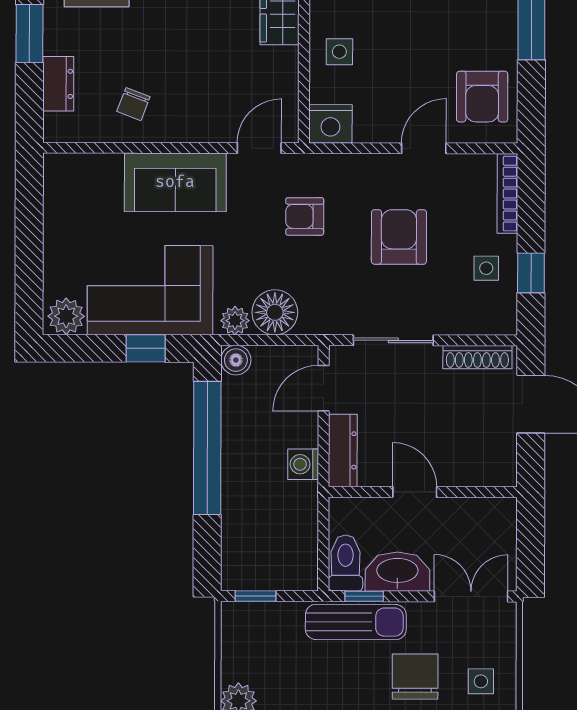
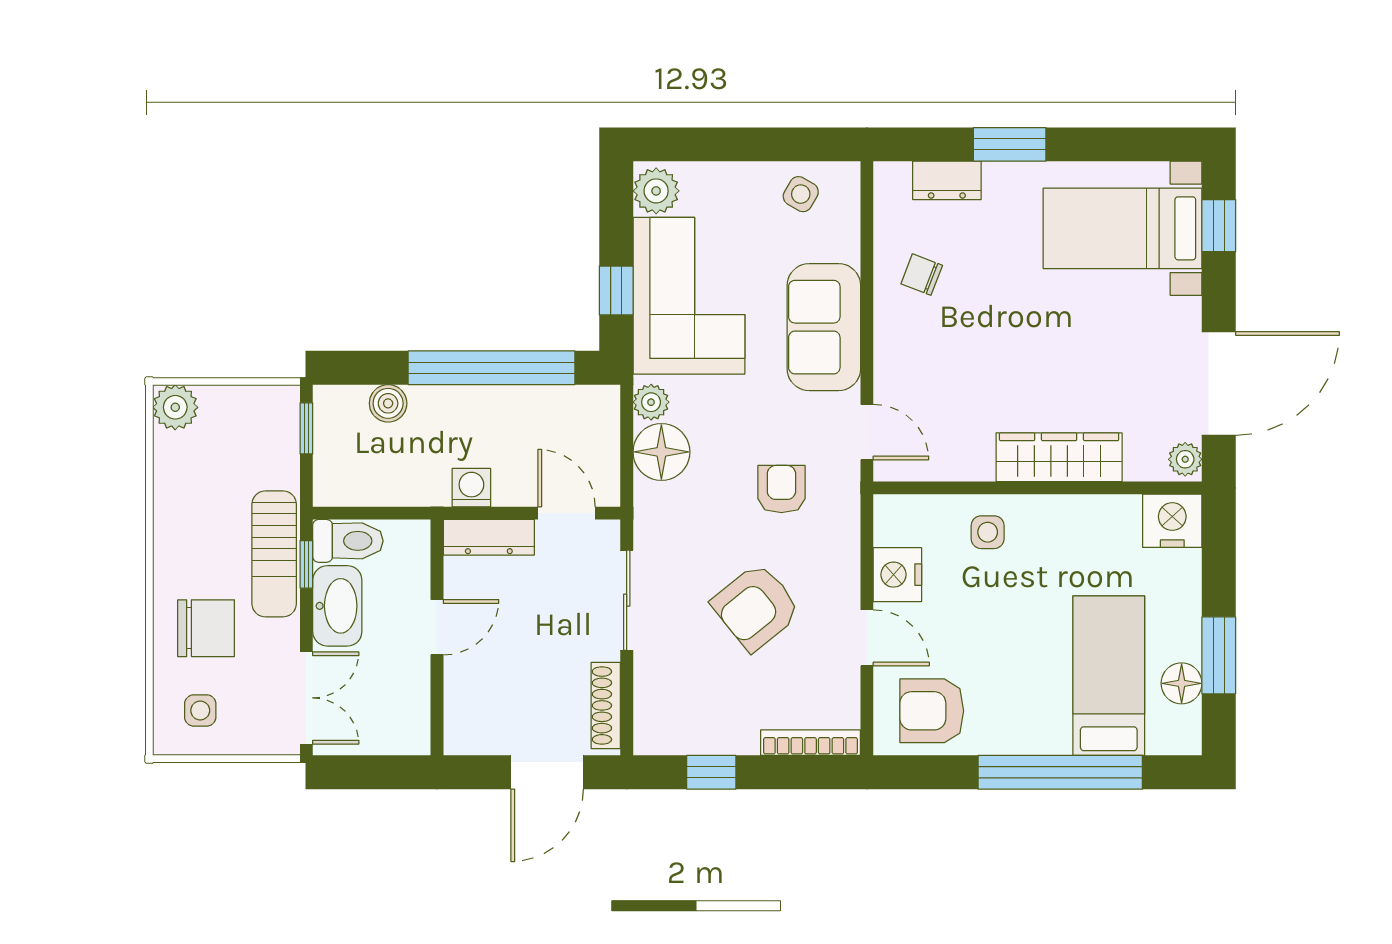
nightstand: (330, 124) -> (897, 575), moved
armchair: (399, 237) -> (756, 607), turned 141
side table: (486, 268) -> (801, 194), moved, turned 30
boiler: (236, 360) -> (388, 403), moved

